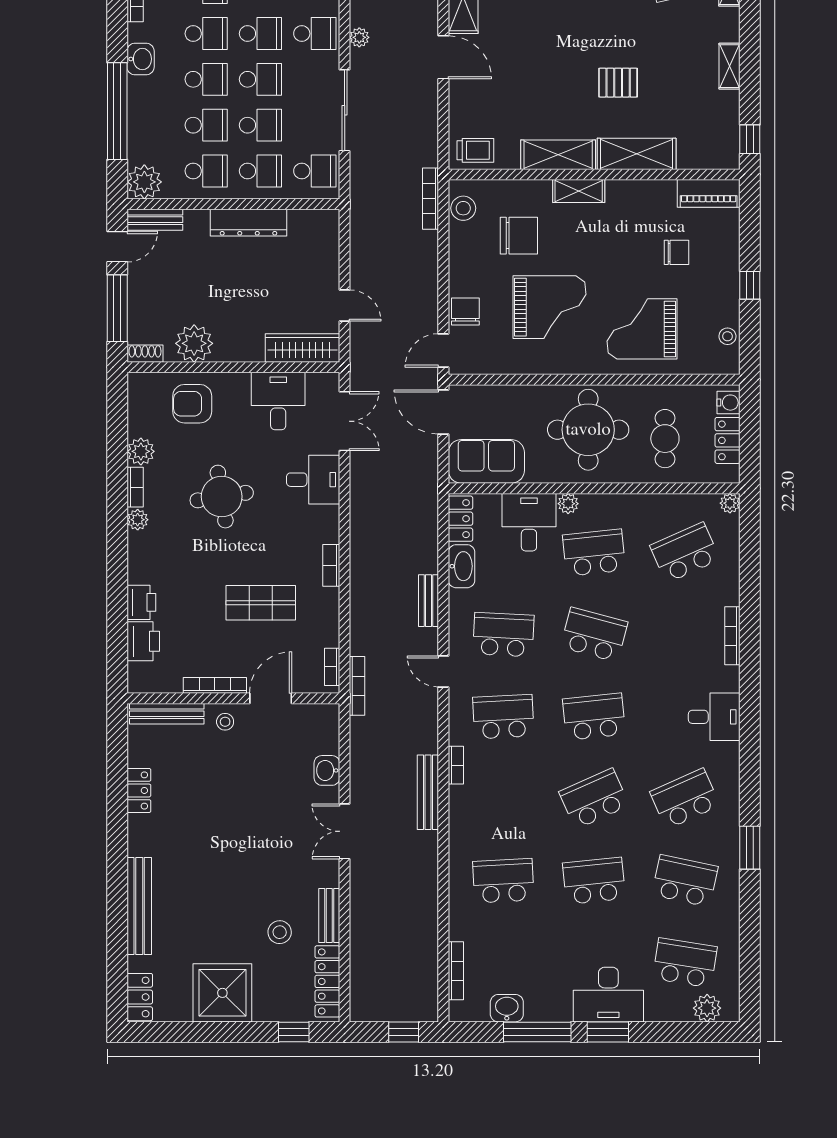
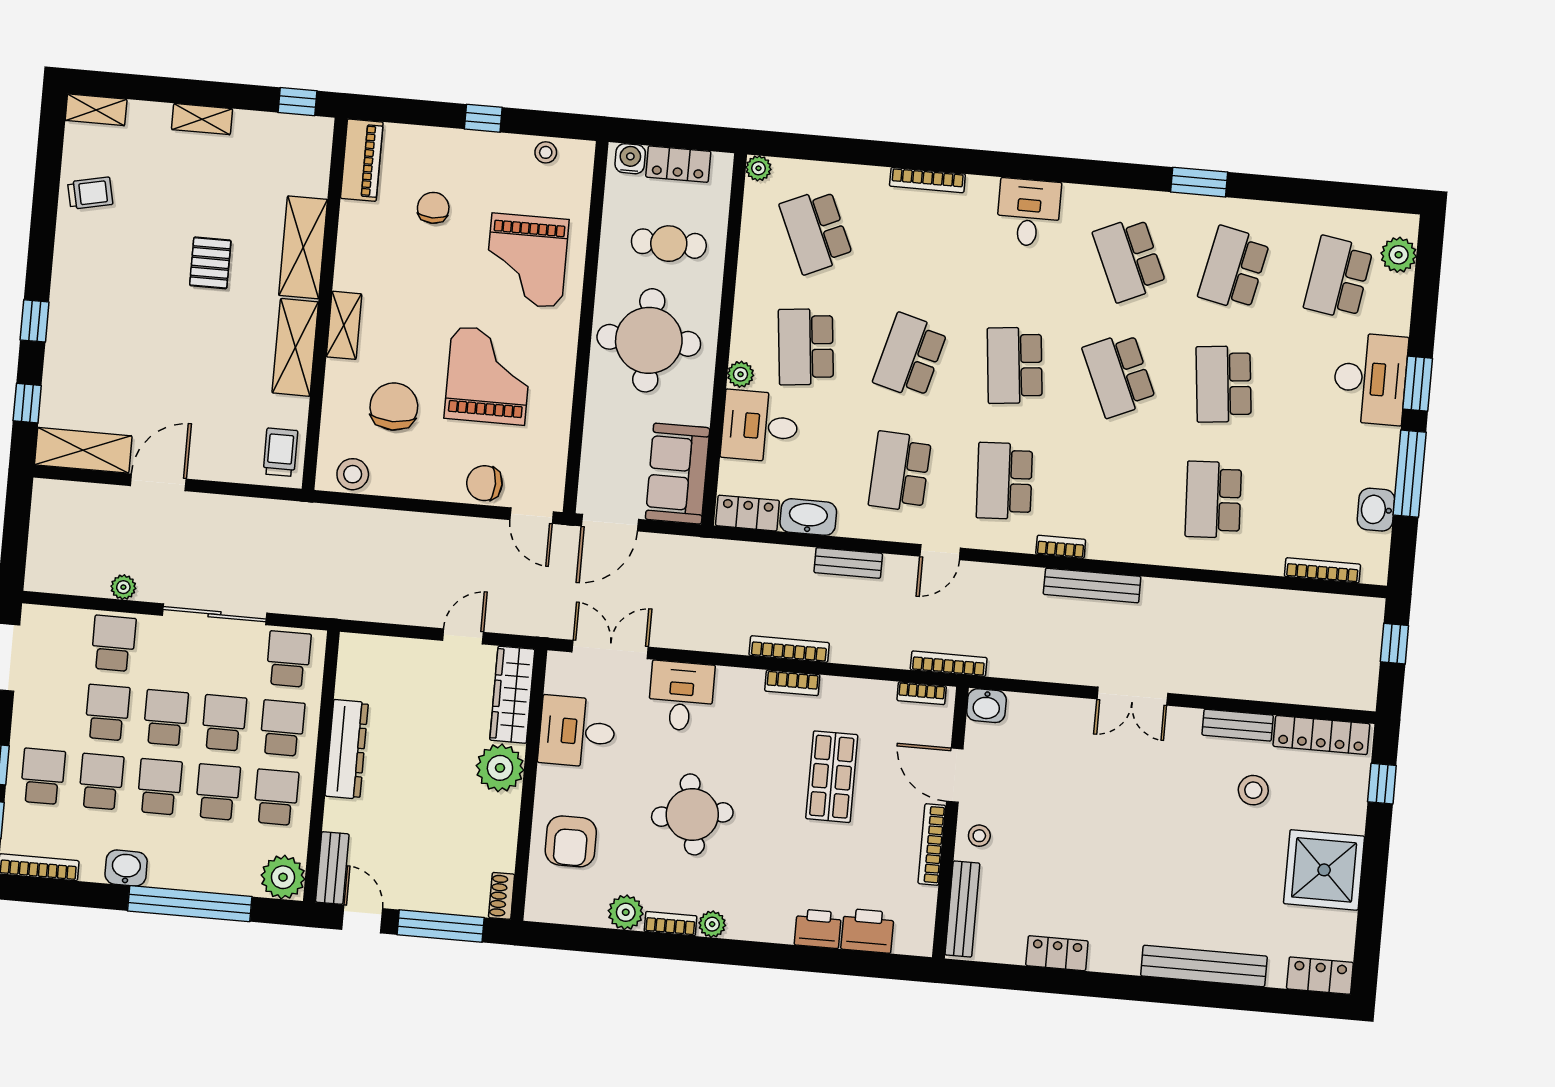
bookcase: (431, 199) -> (789, 649), moved, turned 180
plant: (194, 343) -> (500, 768), moved
washbasin: (327, 770) -> (986, 706), moved

